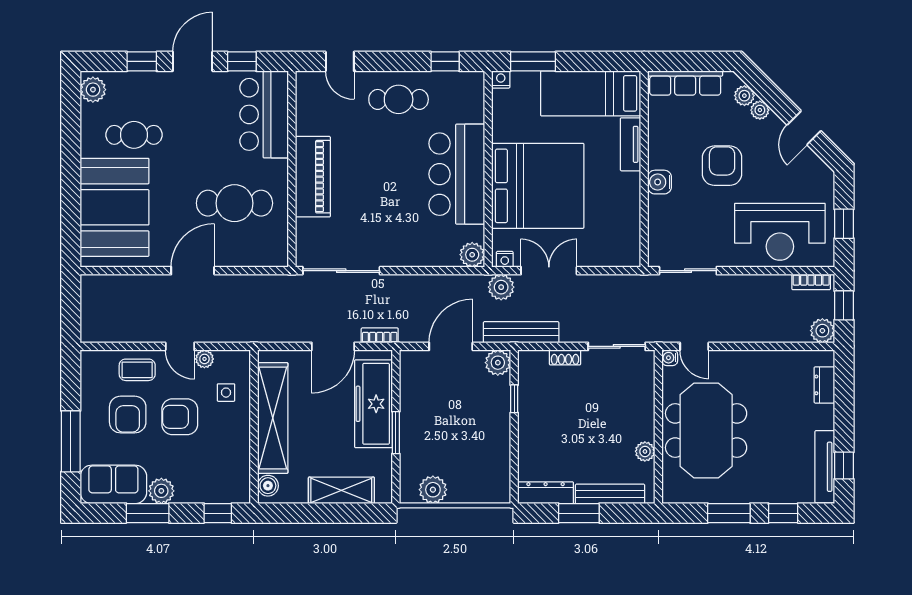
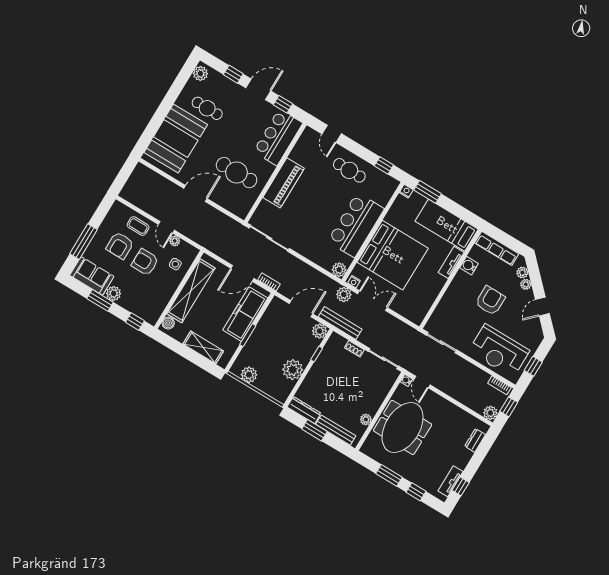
water cooler: (660, 182) -> (469, 266), moved
plant: (493, 443) -> (293, 370), added
tv unit: (825, 467) -> (451, 481), width x0.71

